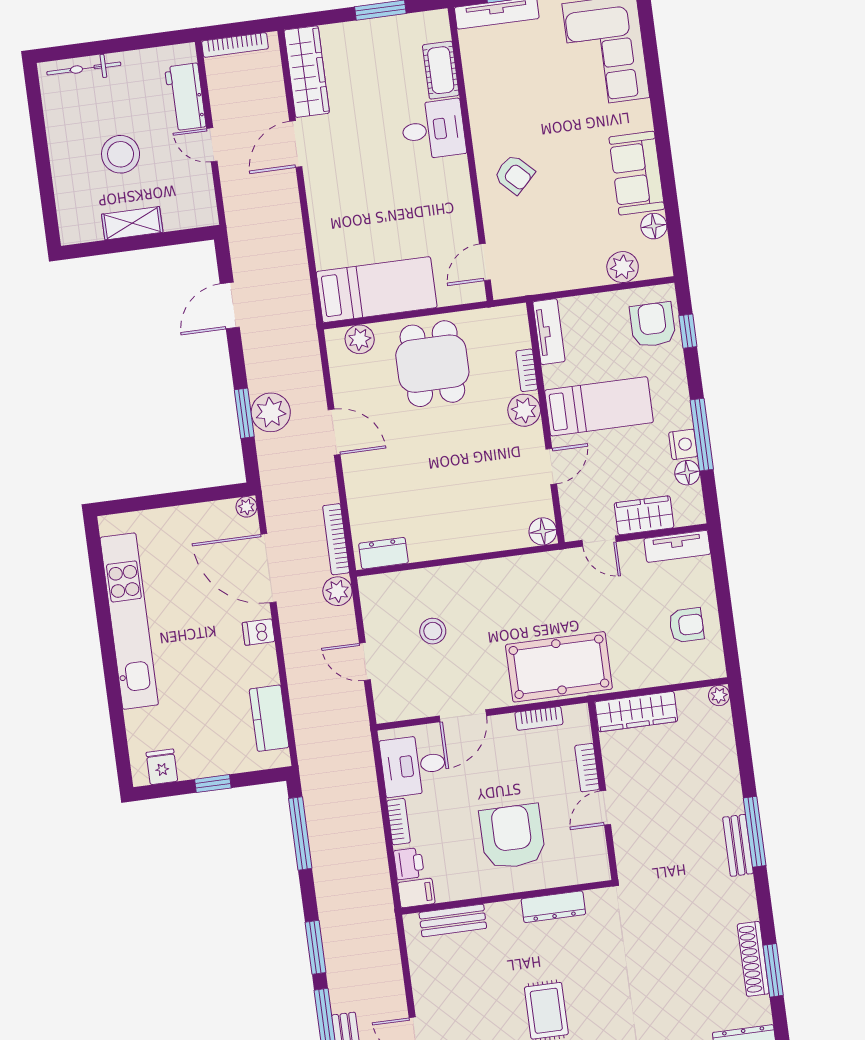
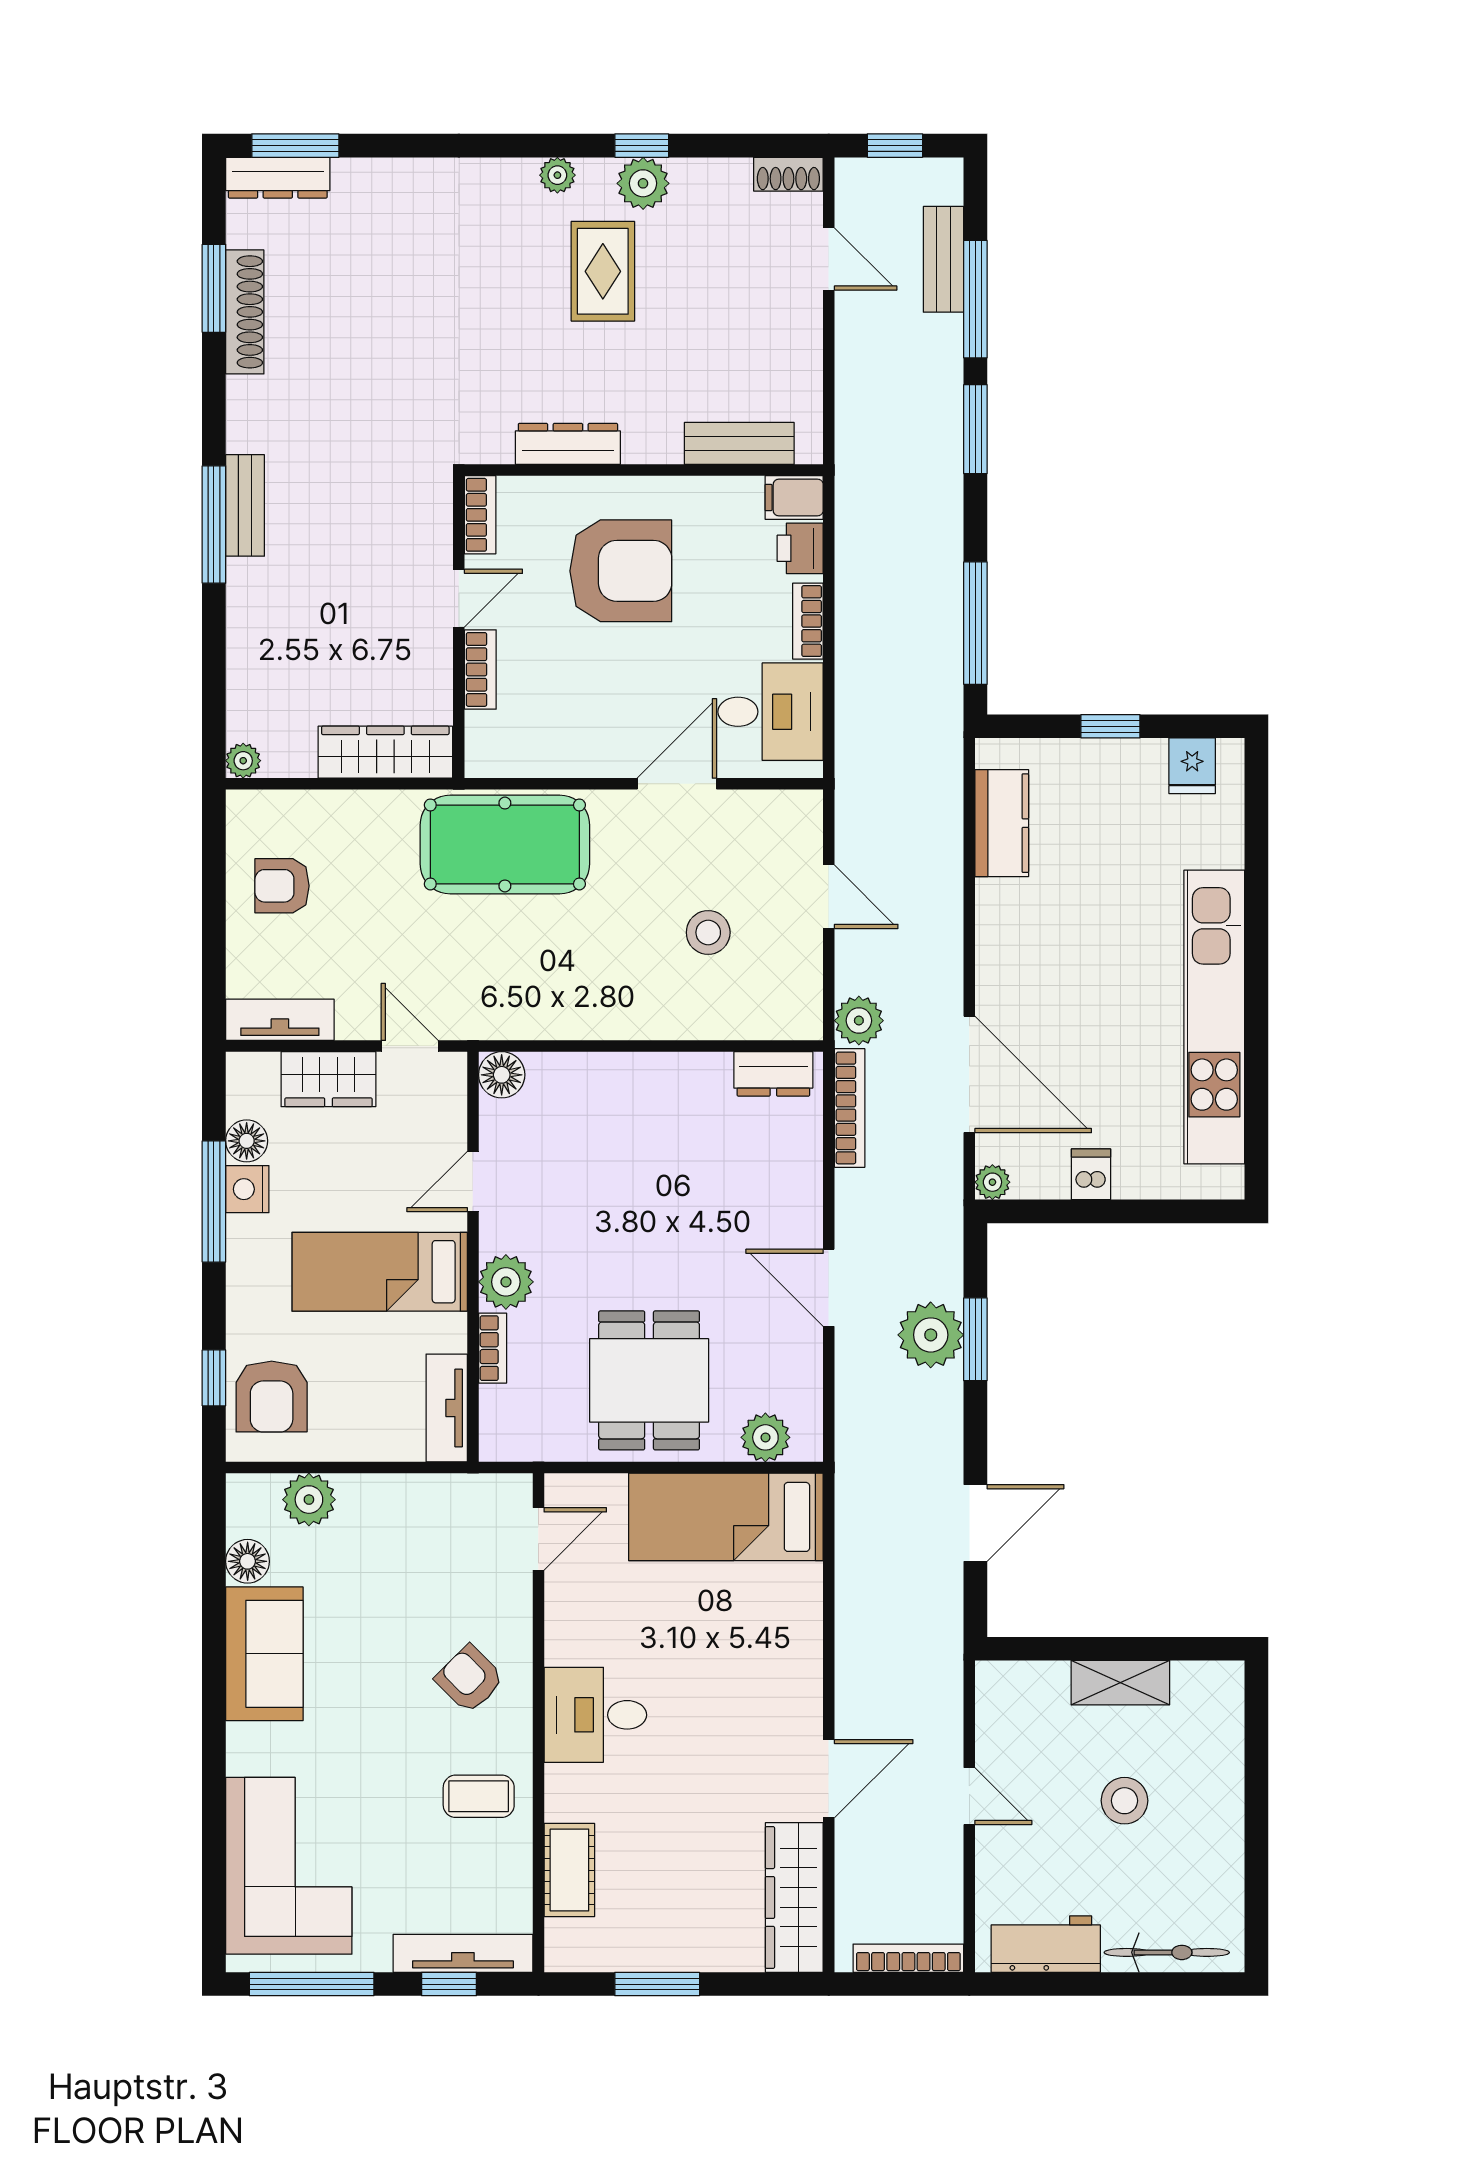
workbench: (185, 97) -> (1046, 1944), moved, turned -90
coffee table: (500, 106) -> (479, 1796), added
desk: (433, 130) -> (595, 1715), moved
stool: (121, 154) -> (1124, 1801), width x0.73, depth x0.73
dishwasher: (258, 632) -> (1091, 1174), moved, turned -90
bookcase: (539, 718) -> (480, 515), moved, turned 90
armchair: (512, 836) -> (621, 571), turned -90

